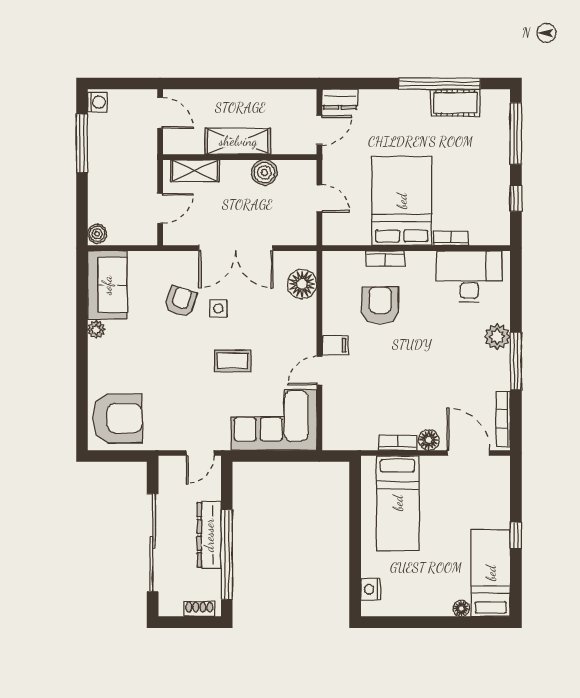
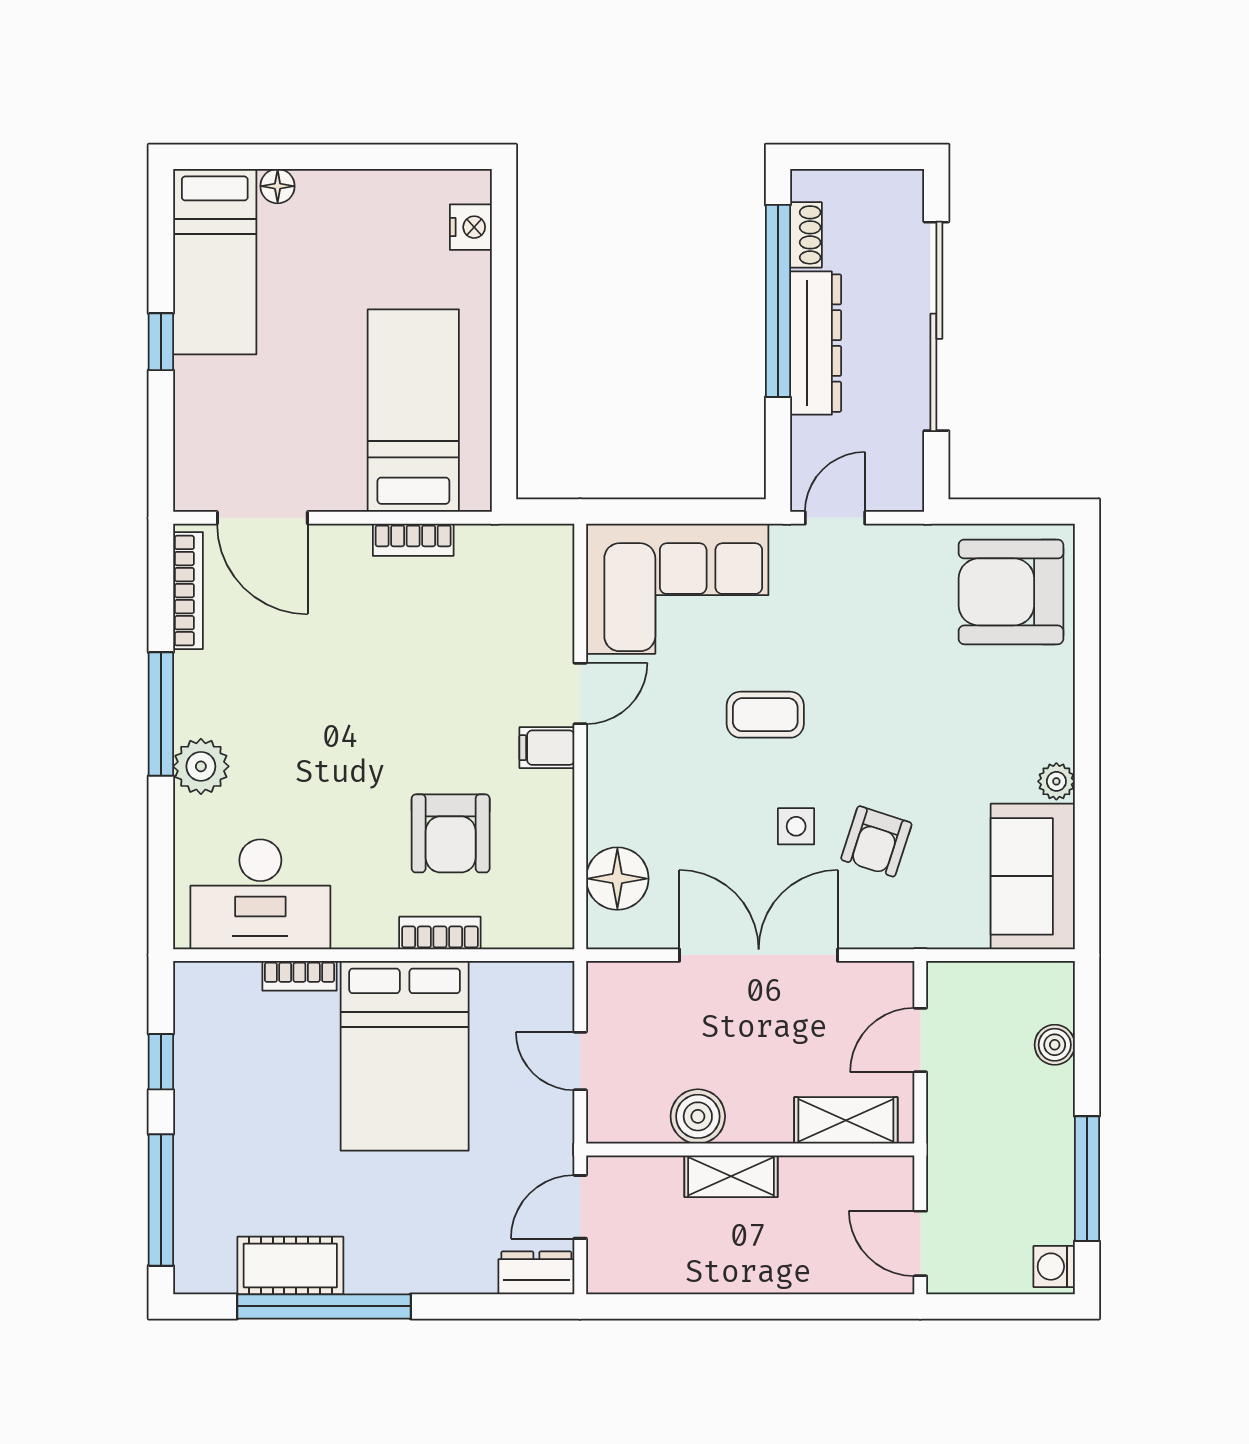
shelving: (238, 141) -> (731, 1176), width x0.67, depth x0.75
boiler: (97, 234) -> (1055, 1045), moved
floor lamp: (429, 440) -> (347, 546), removed
shoe rack: (199, 609) -> (806, 235), moved, turned -90

